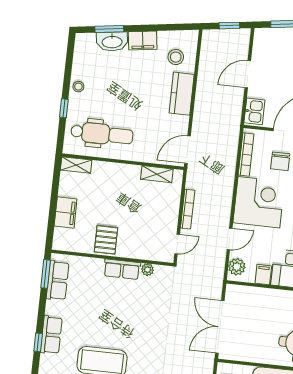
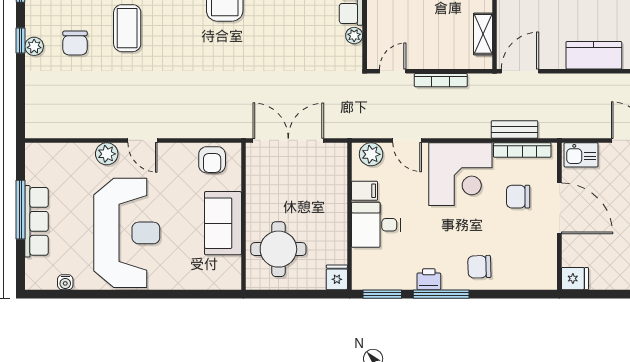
door: (187, 150) -> (520, 71), hinge flipped
bench: (230, 159) -> (515, 129), added
door: (177, 244) -> (393, 71), swing flipped

